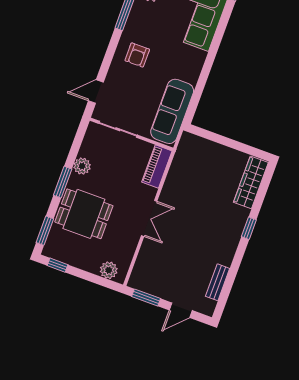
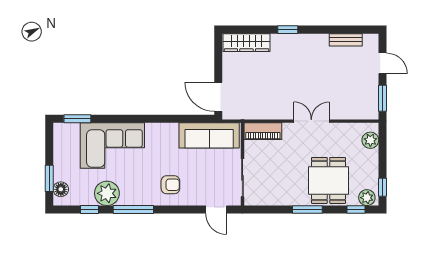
door: (207, 135) -> (218, 97), added
plant: (82, 166) -> (367, 198), moved
window: (45, 231) -> (356, 210), width x0.67

